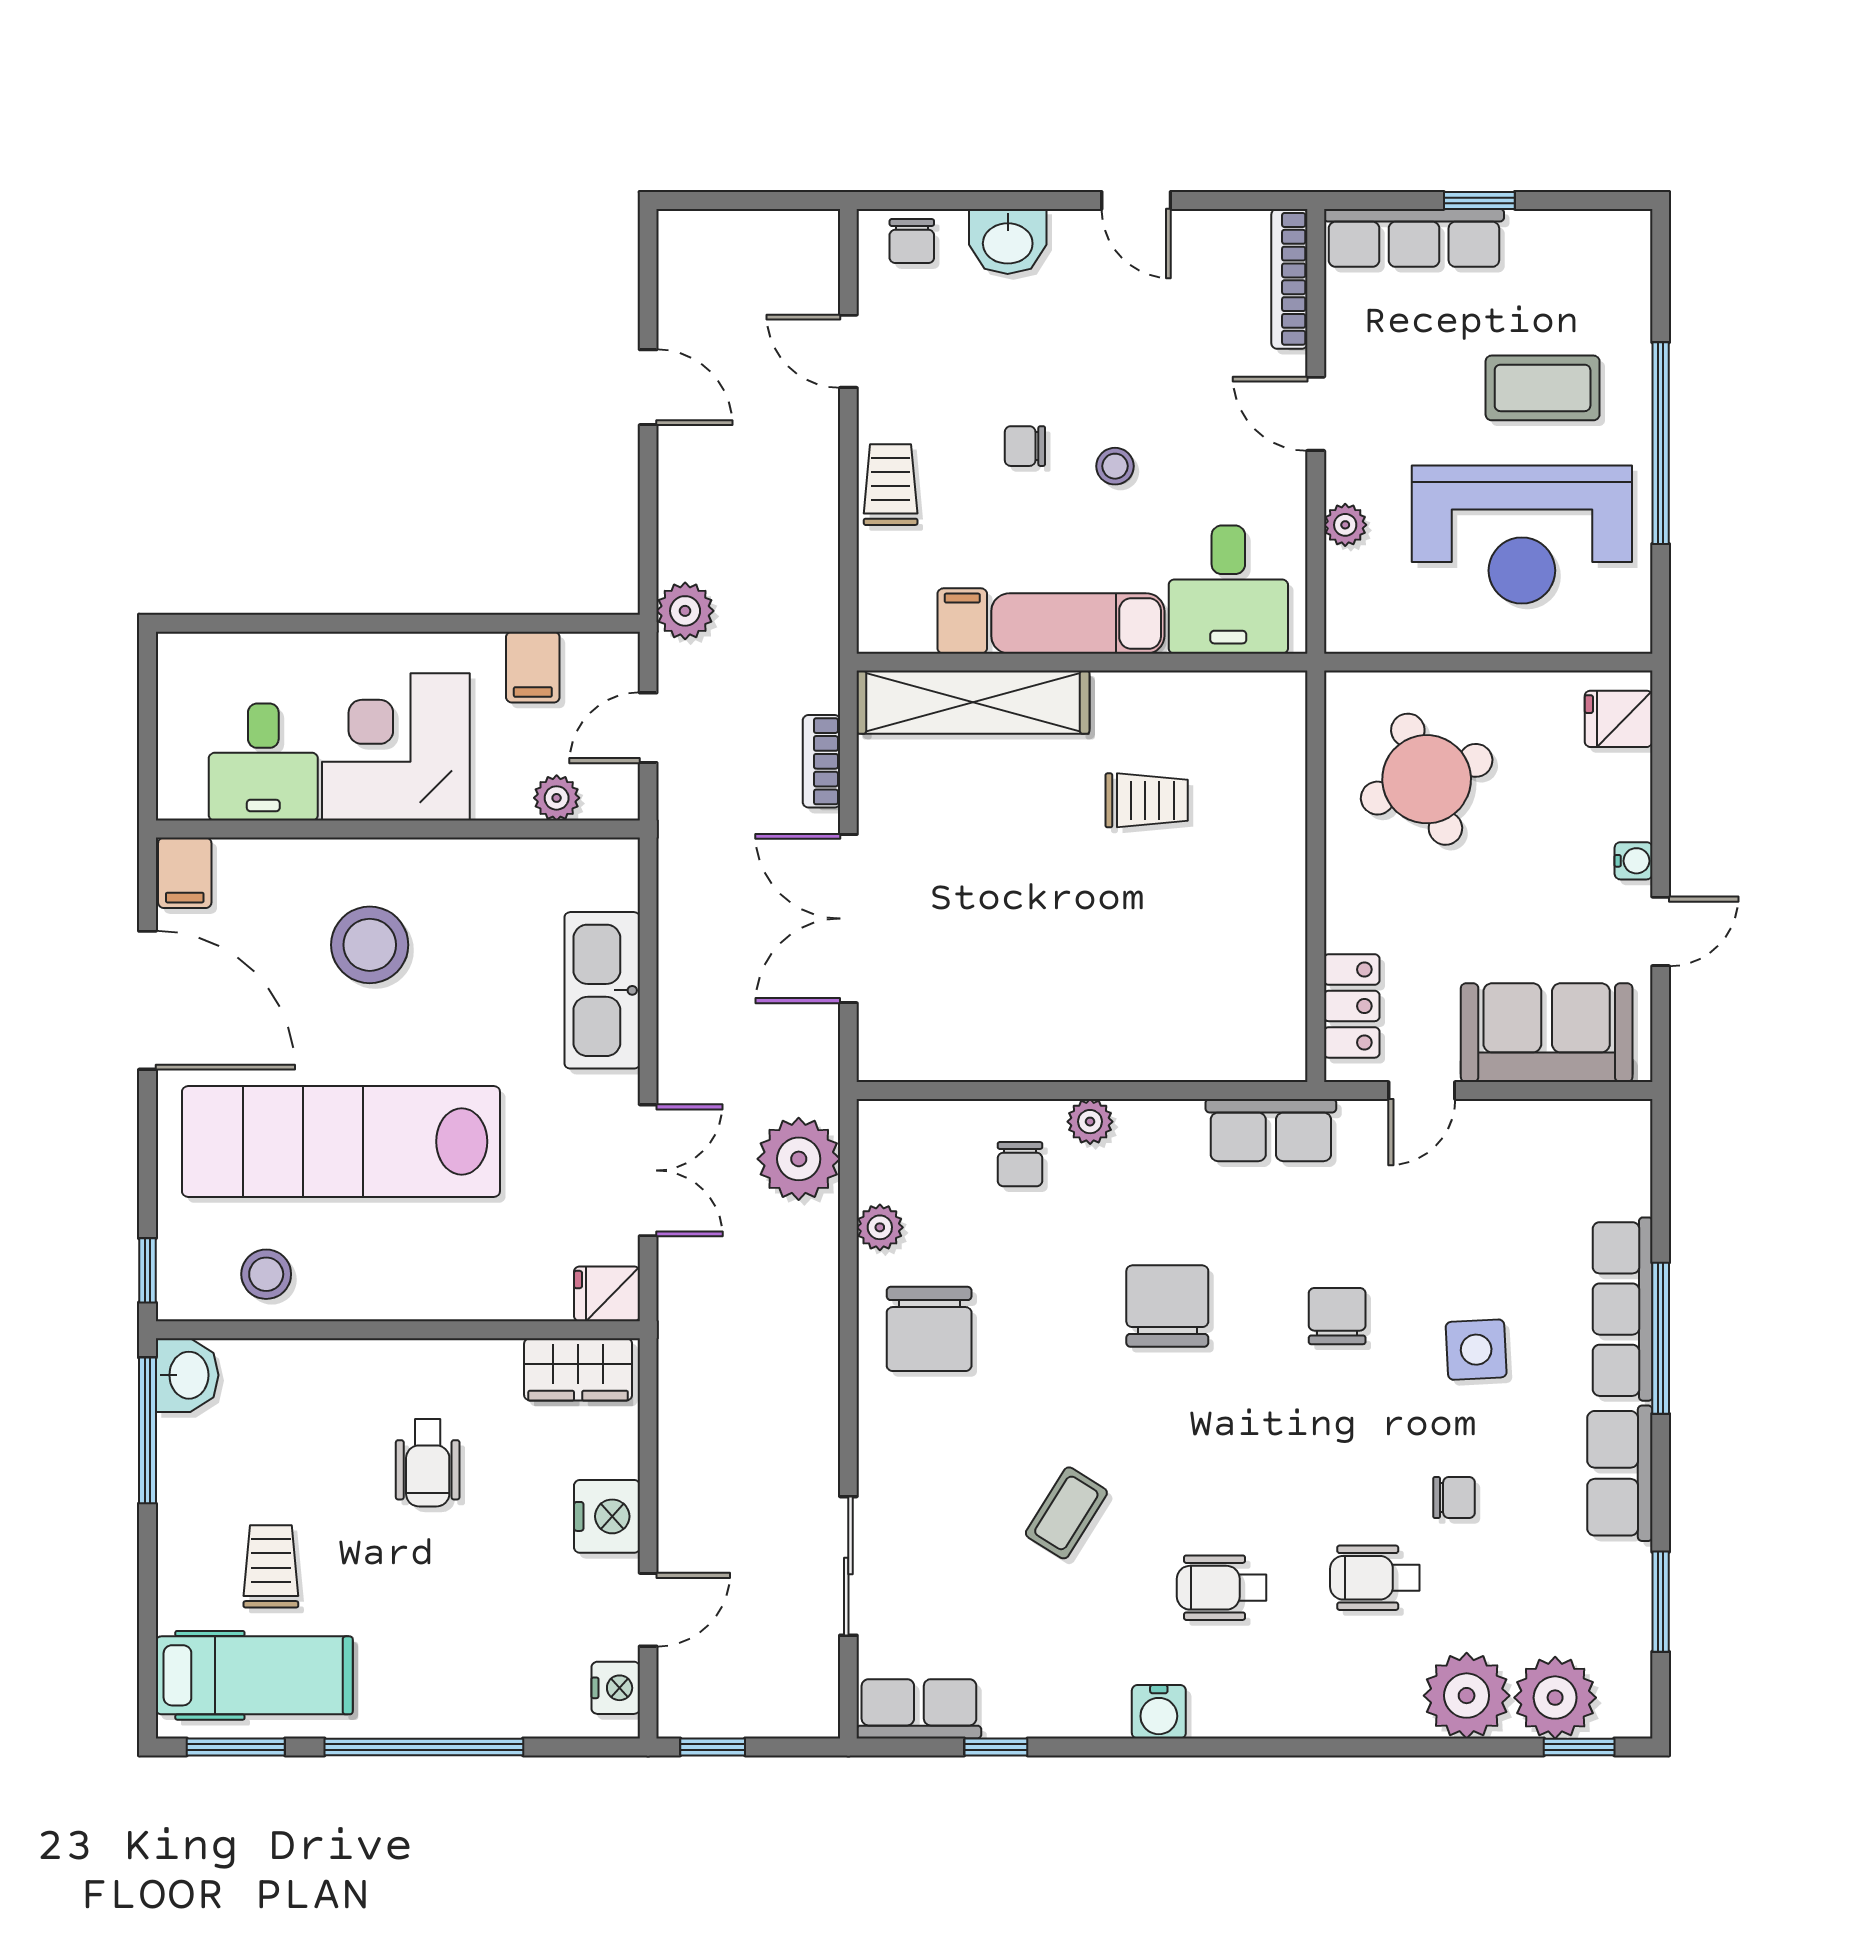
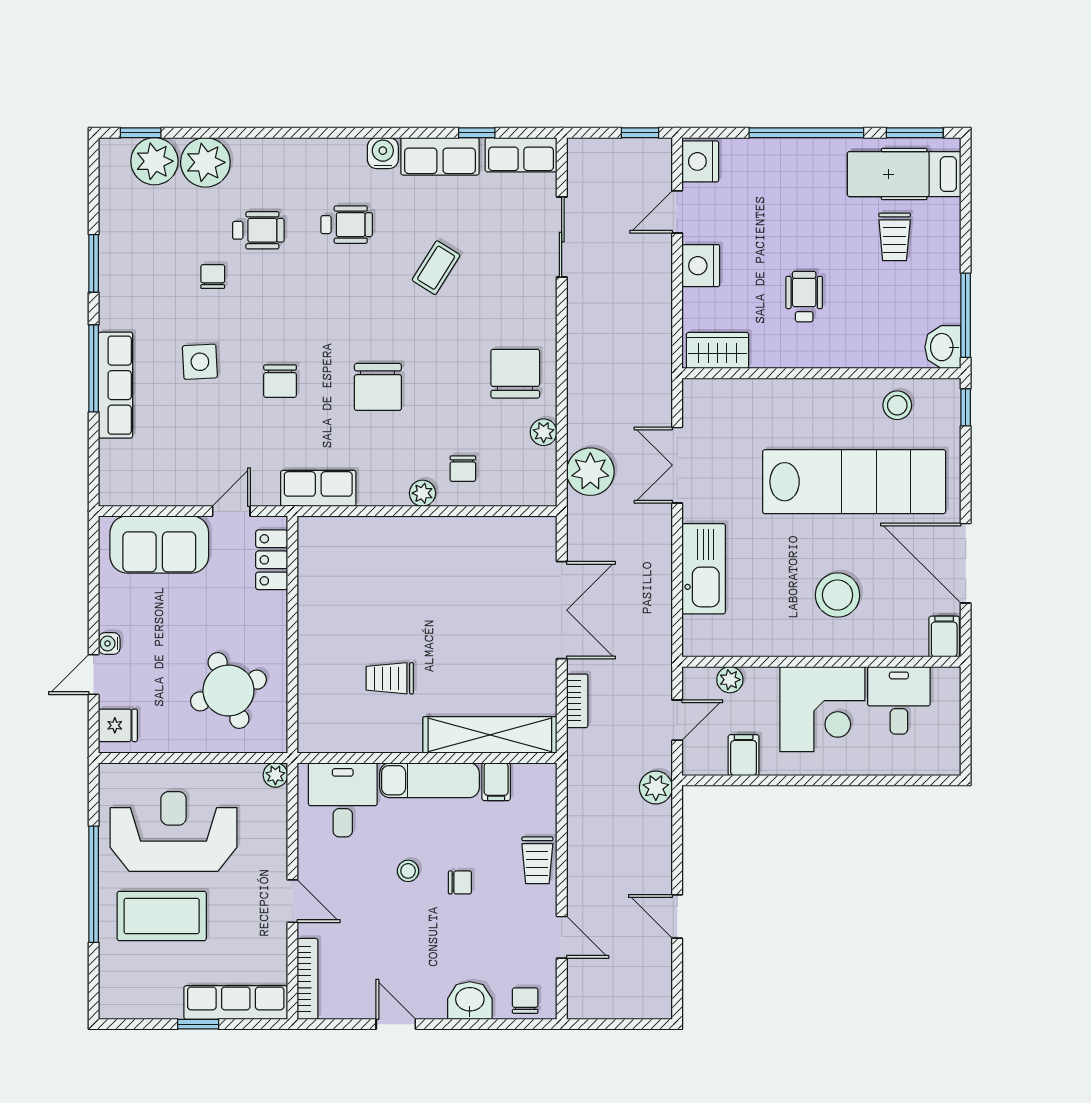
coffee table: (1543, 388) -> (162, 916), width x1.36, depth x1.32
plant: (1345, 525) -> (275, 775), moved
door: (1661, 931) -> (94, 674), moved
chair: (1020, 1164) -> (463, 469), turned 180
fridge: (607, 1294) -> (701, 394), removed
row of seats: (1620, 1473) -> (440, 156), moved, turned 90
chair: (1454, 1497) -> (213, 277), turned 90
window: (1661, 1602) -> (94, 263), moved
nightstand: (616, 1688) -> (700, 161), width x1.36, depth x1.33

